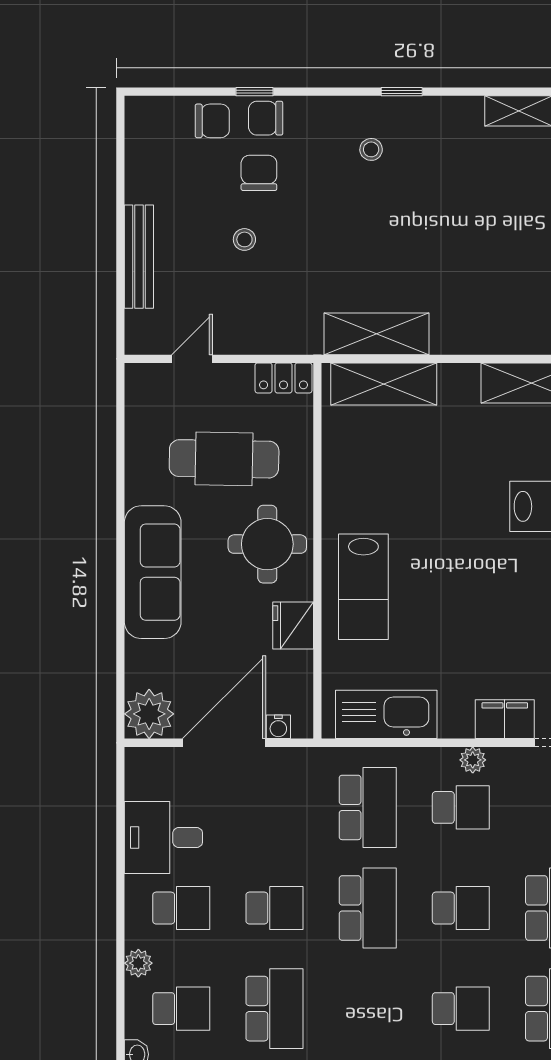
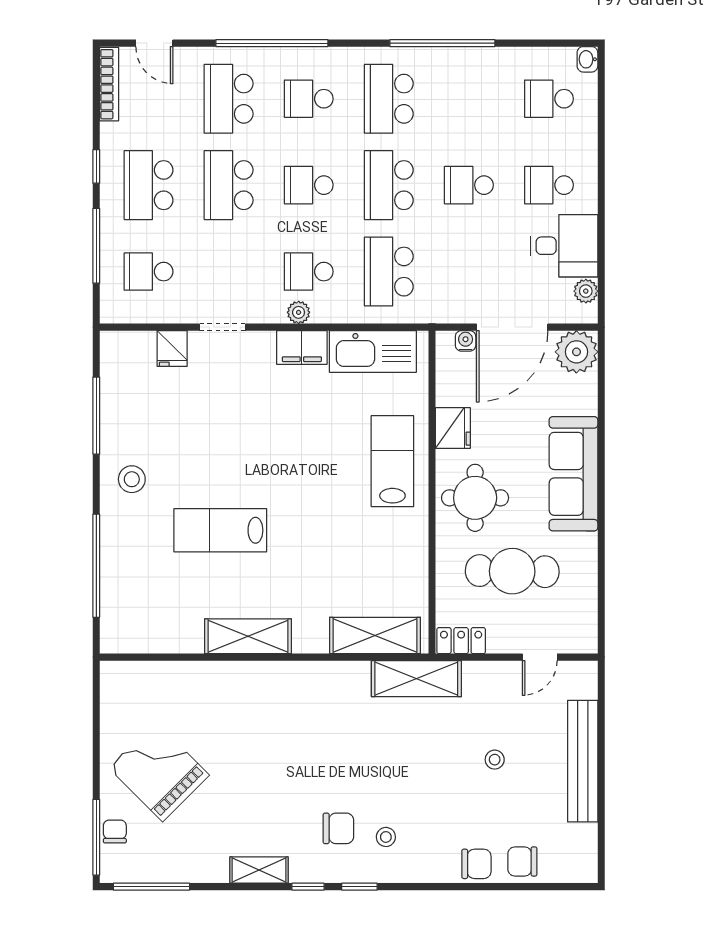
window: (255, 92) -> (308, 887), moved
chair: (259, 173) -> (338, 828), moved, turned -90
bench: (139, 257) -> (583, 761), width x1.37, depth x1.21
shelving: (376, 334) -> (416, 679), moved
filing cabinet: (505, 719) -> (302, 347), moved
plant: (138, 963) -> (586, 291), moved
school desk: (274, 1009) -> (389, 99), moved

